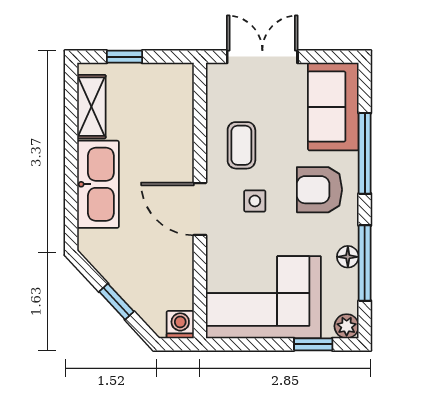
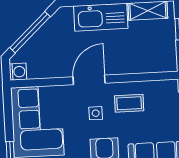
window: (116, 302) -> (30, 32), width x2.17

